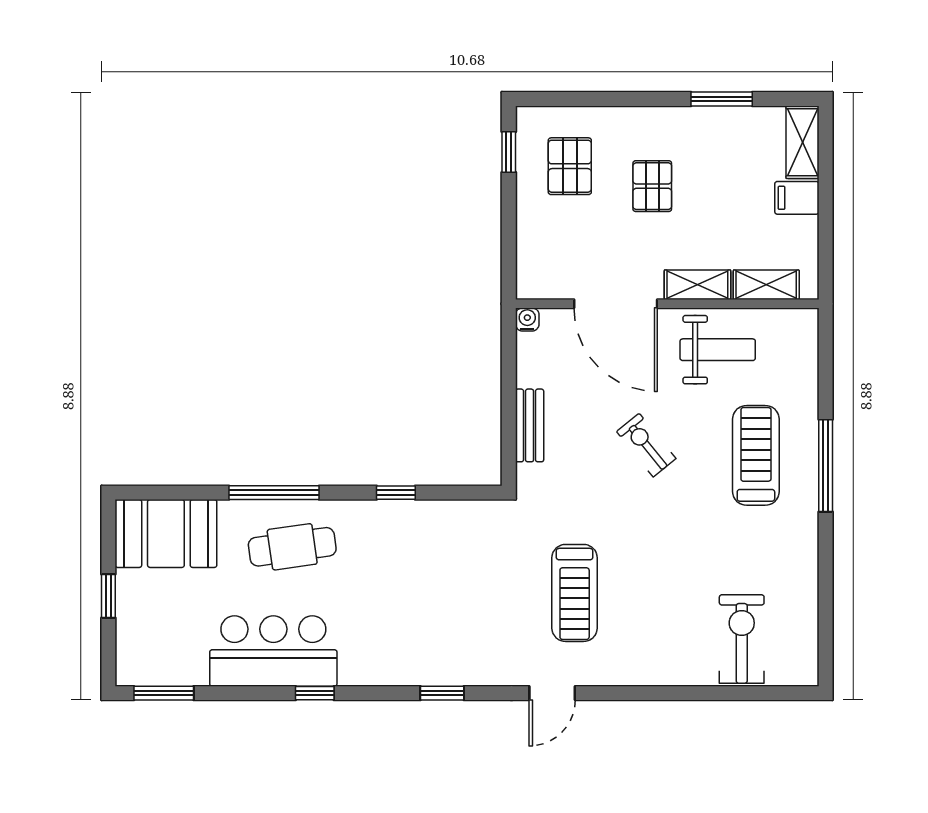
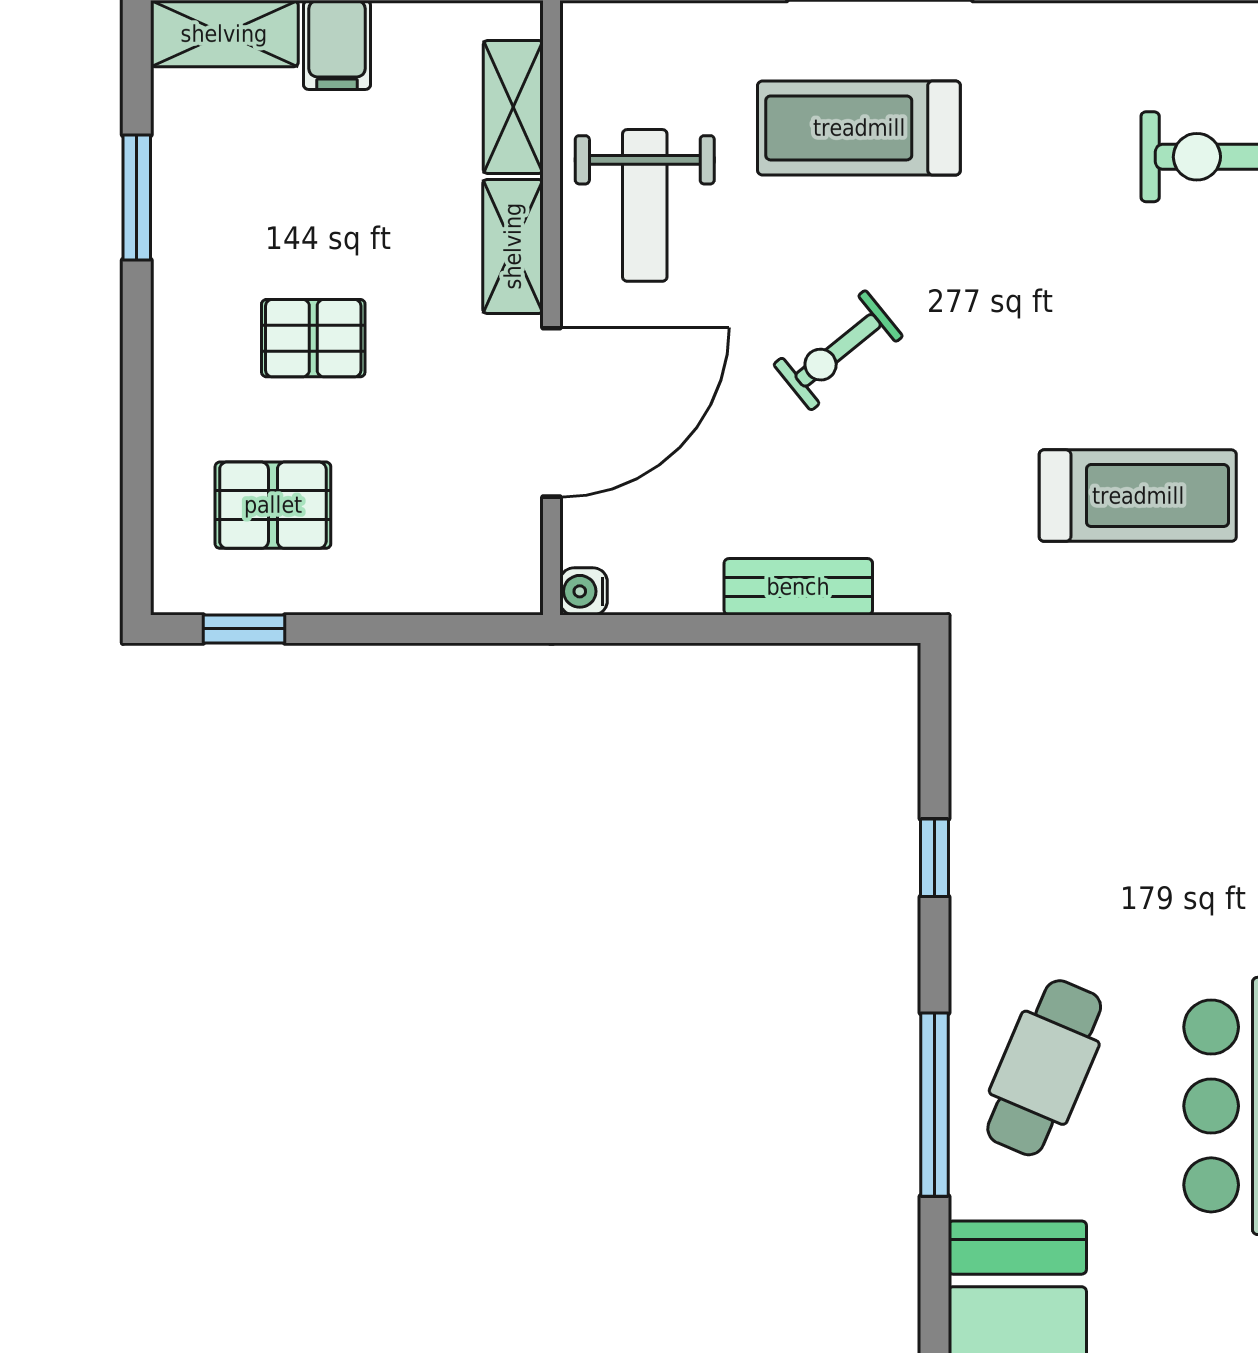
weight bench: (718, 350) -> (645, 205), turned 180
cafe table: (292, 547) -> (1044, 1068), turned 31

